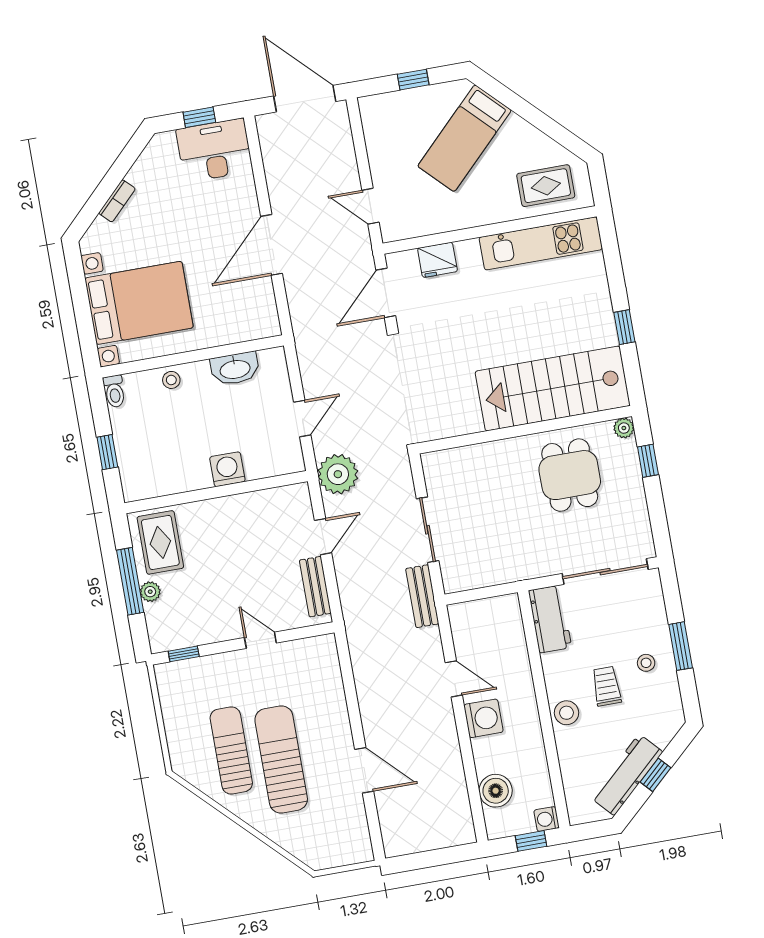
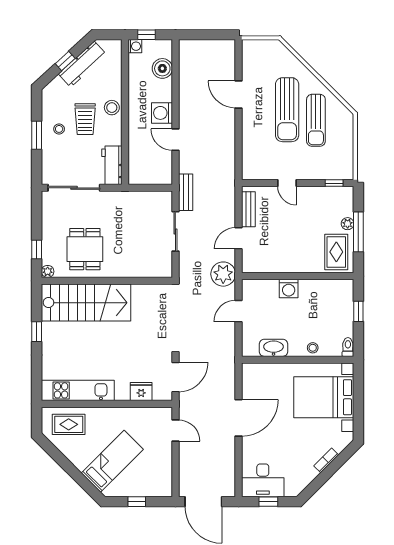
trolley: (607, 686) -> (85, 119), width x1.36, depth x1.39

